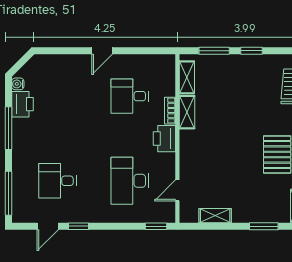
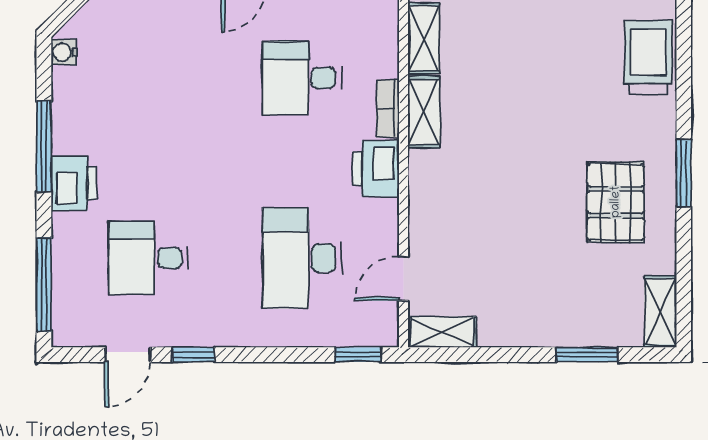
printer: (22, 104) -> (74, 183), moved
shelving: (215, 216) -> (442, 332), moved

